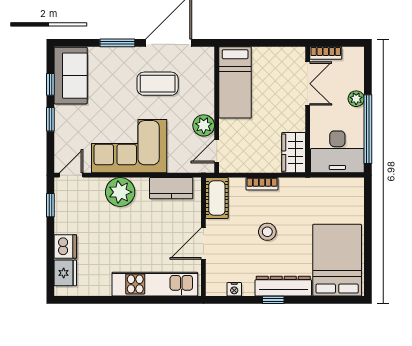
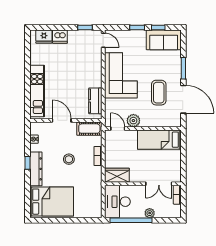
plant: (120, 192) -> (93, 70), removed

